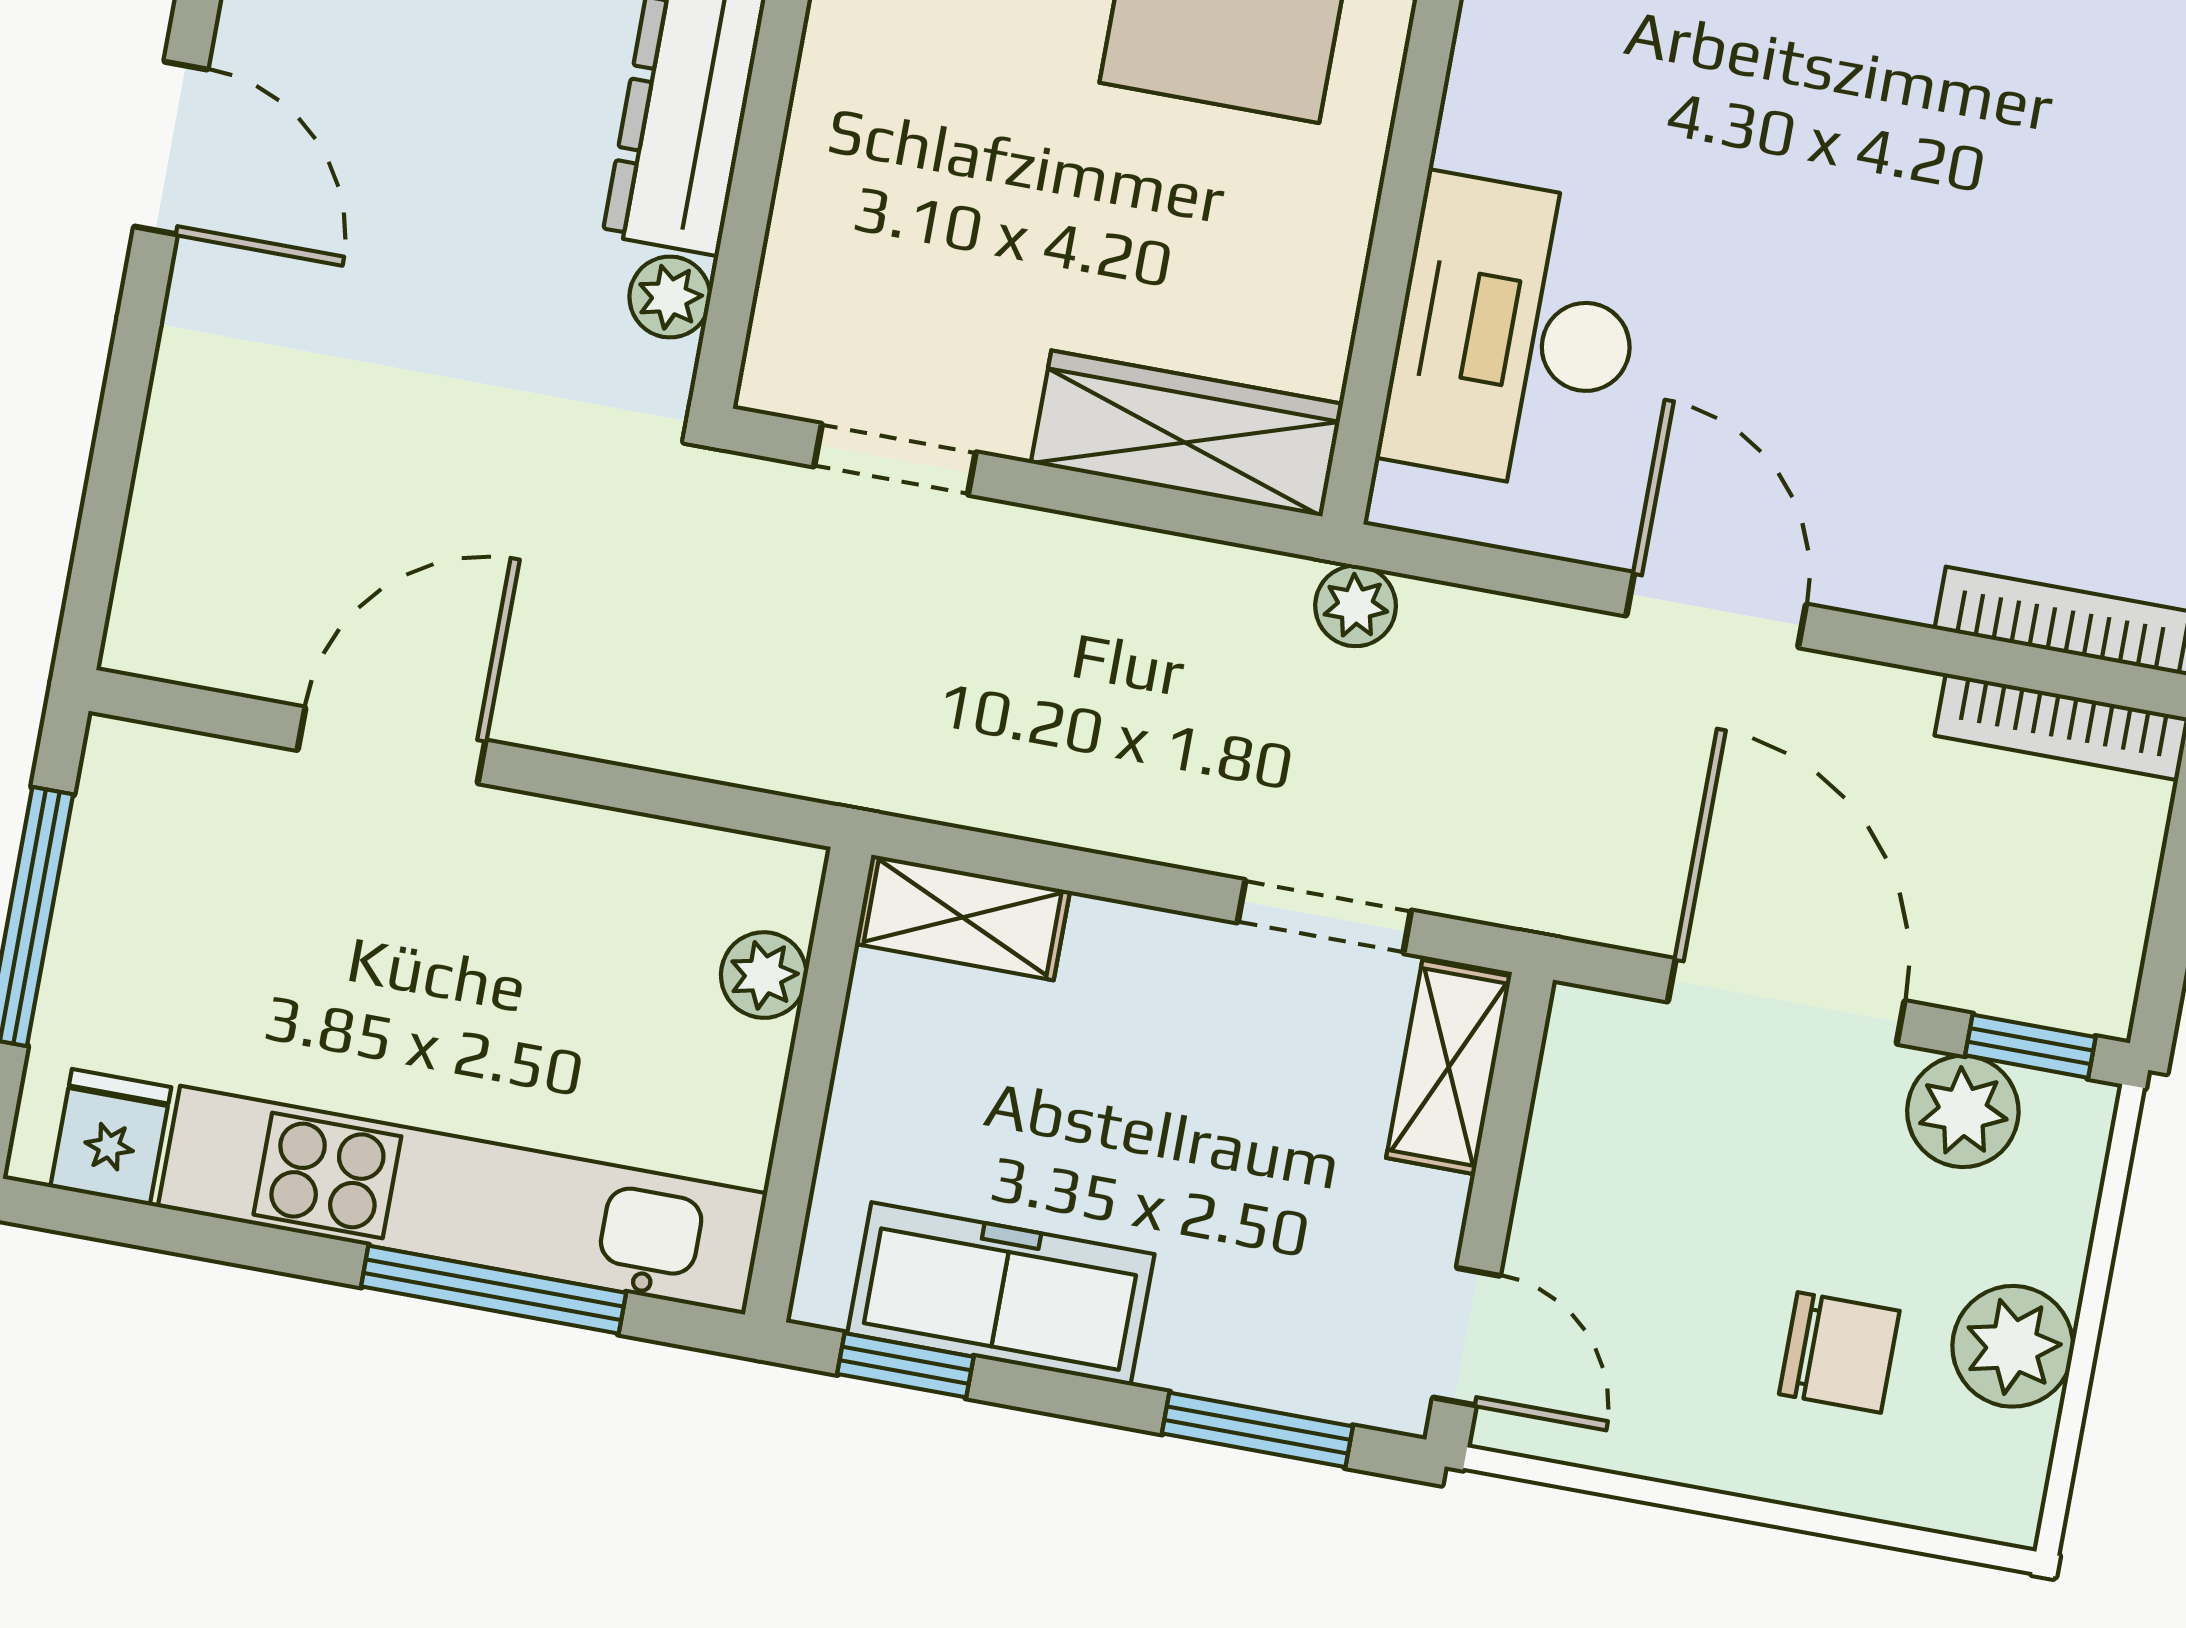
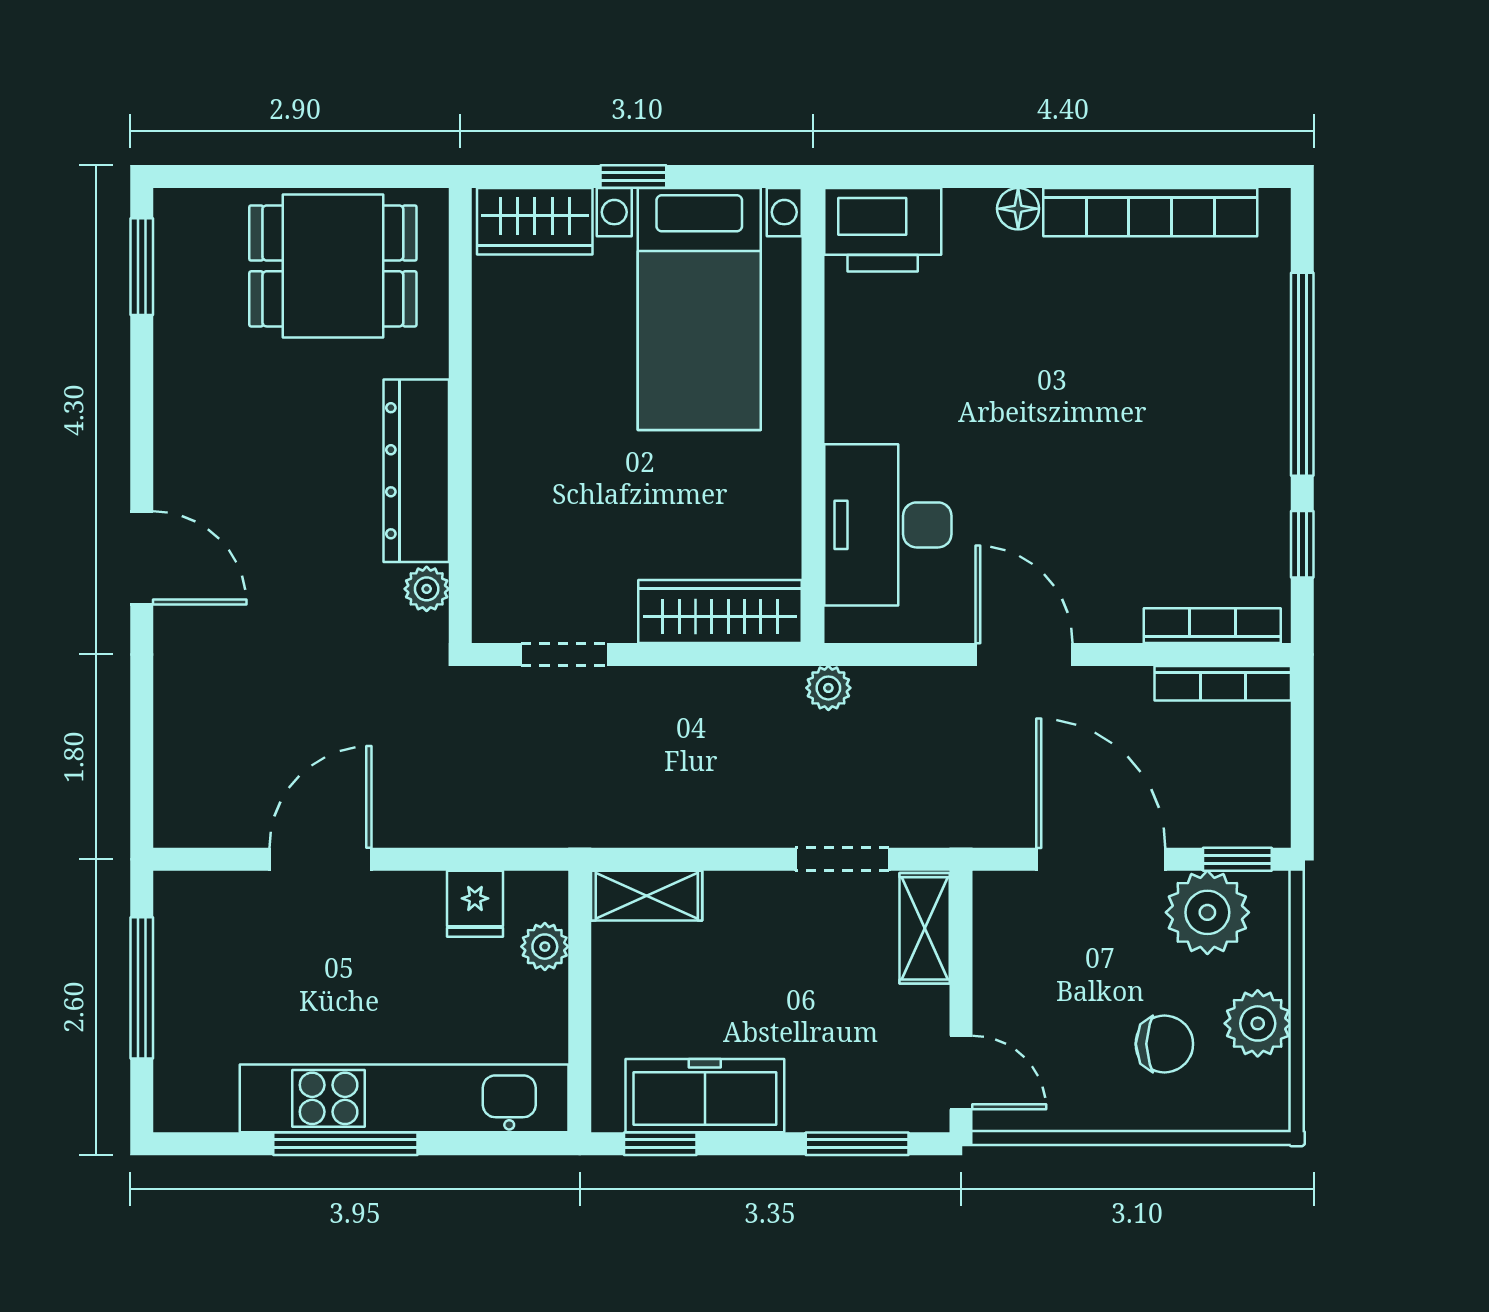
plant: (1963, 1111) -> (1207, 912), width x1.36, depth x1.36
fridge: (111, 1137) -> (475, 904), moved, turned 180
window: (494, 1290) -> (345, 1144), moved

